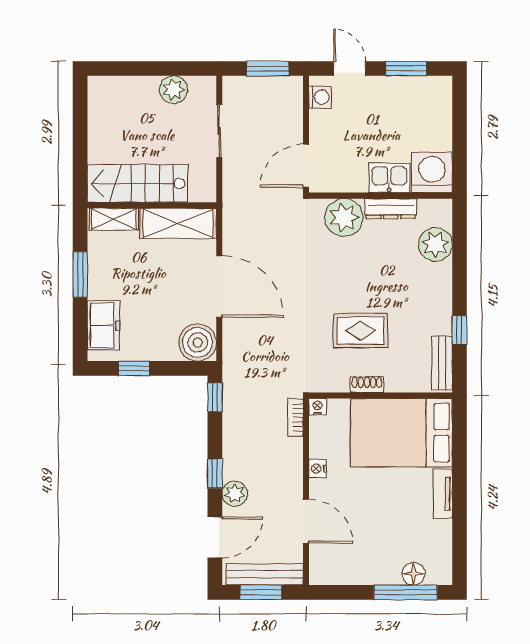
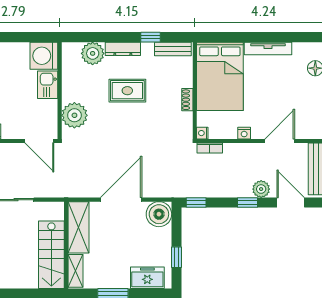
dresser: (391, 209) -> (123, 49), moved, turned 90
rug: (360, 331) -> (127, 91), moved, turned 90
tv unit: (443, 494) -> (268, 48), width x1.41

